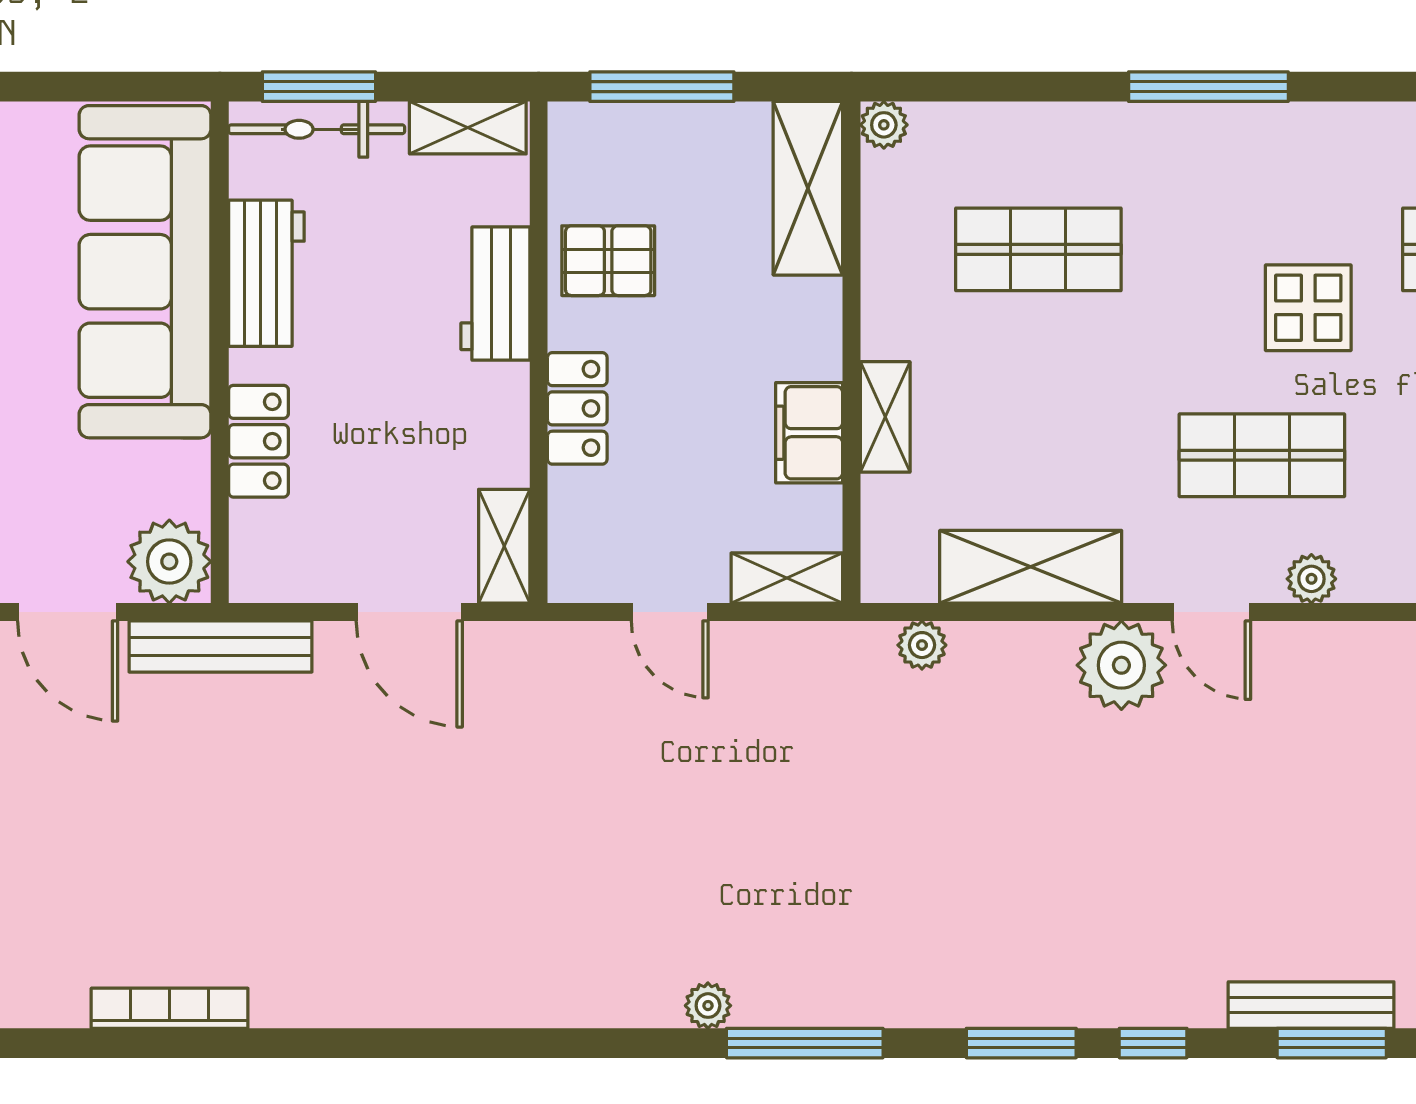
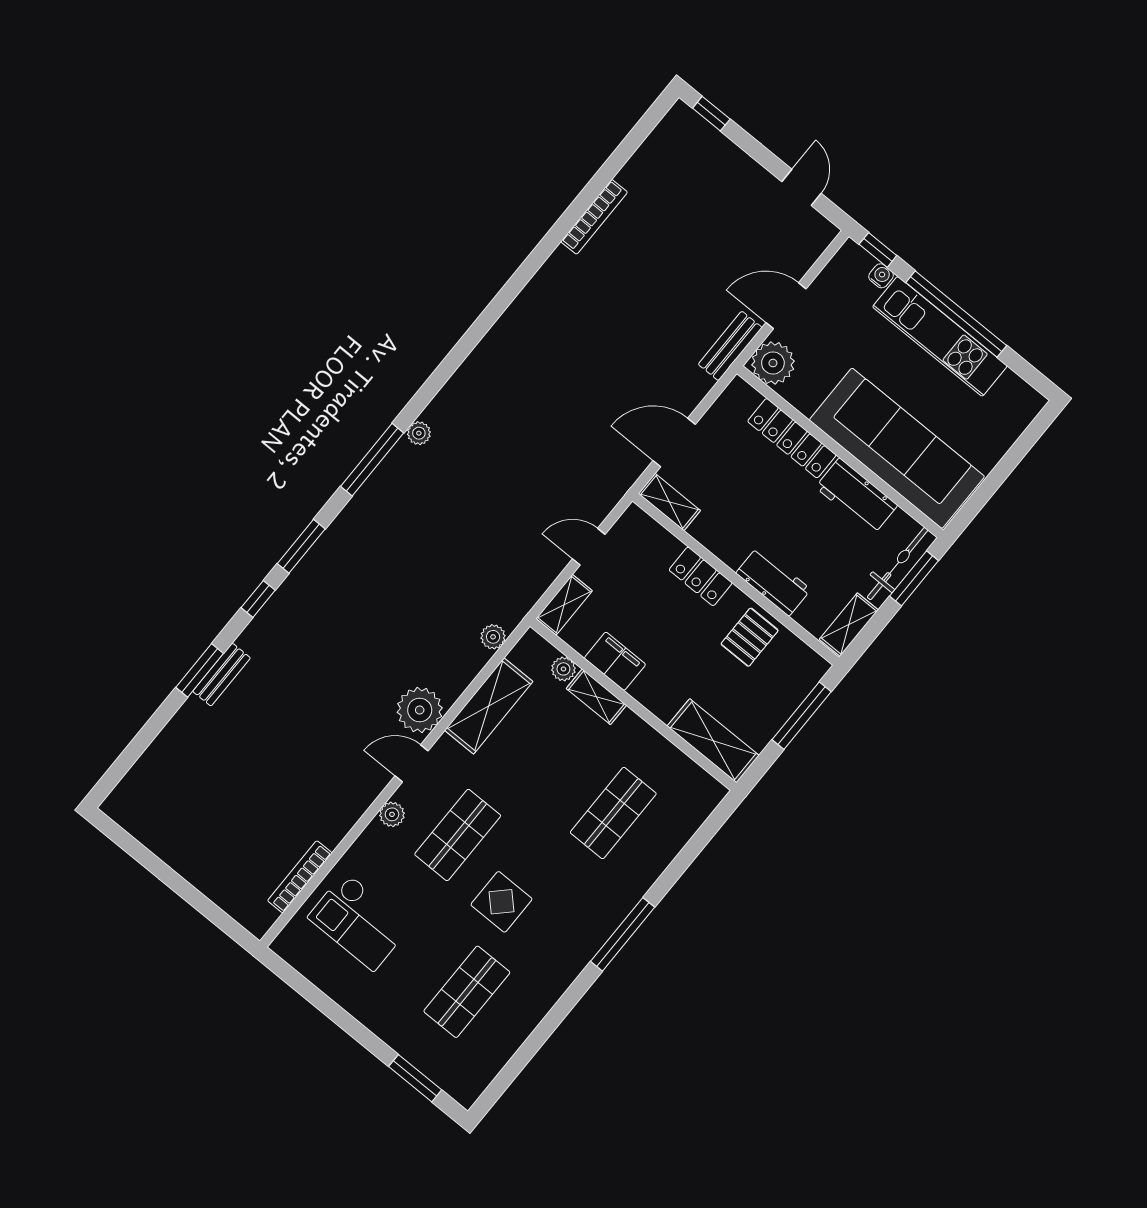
plant: (884, 125) -> (563, 669), moved
locker: (259, 441) -> (792, 438), width x1.53
bench: (220, 647) -> (730, 346), width x0.73
bench: (1311, 1005) -> (222, 675), width x0.73

